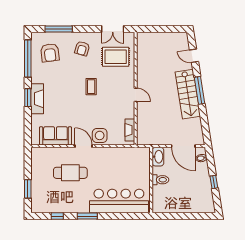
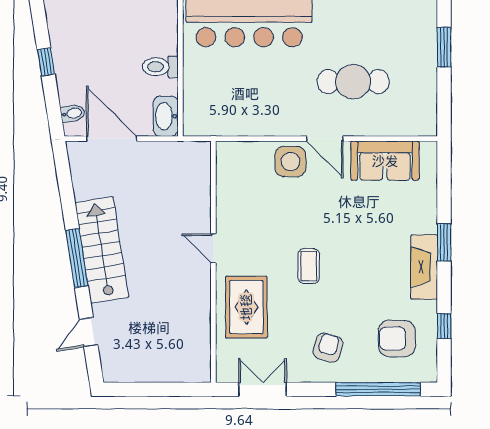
window: (59, 29) -> (378, 389), width x1.46
armchair: (50, 53) -> (397, 339), turned -83
door: (194, 56) -> (89, 332), swing flipped
rug: (116, 57) -> (246, 307), moved, turned 90
window: (28, 59) -> (444, 326), width x0.32
fireplace: (37, 99) -> (424, 267), moved
fireplace: (130, 130) -> (226, 173), removed

